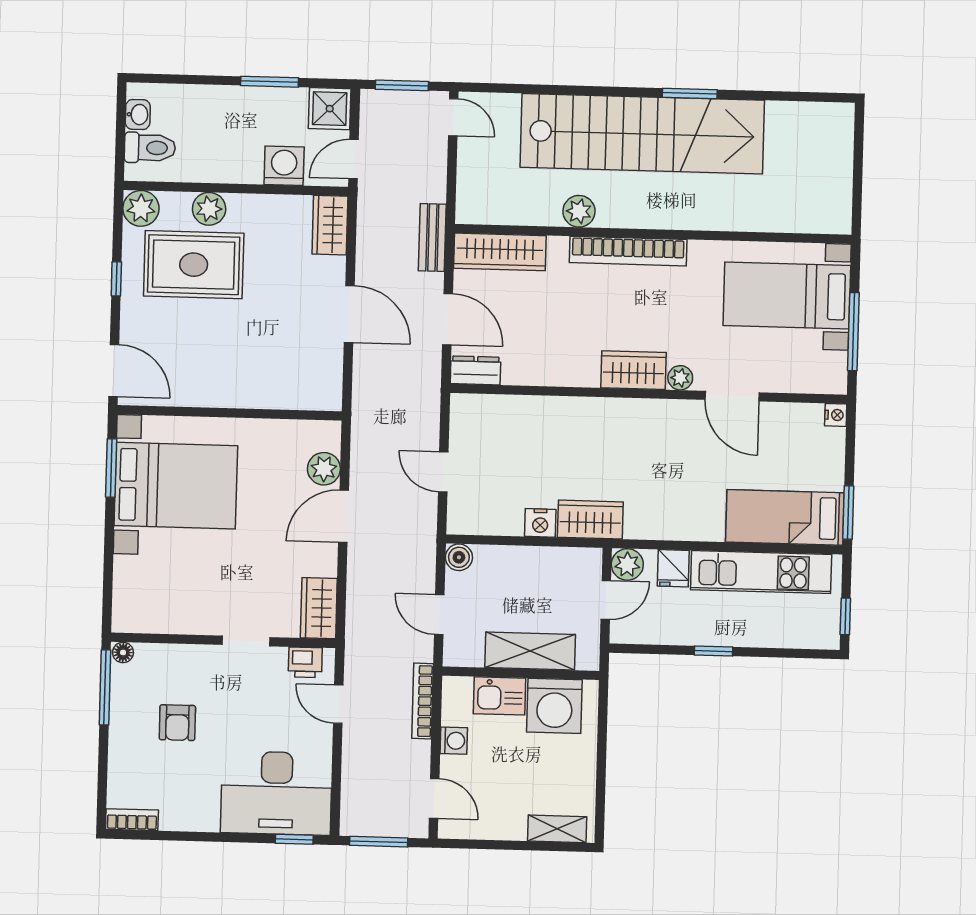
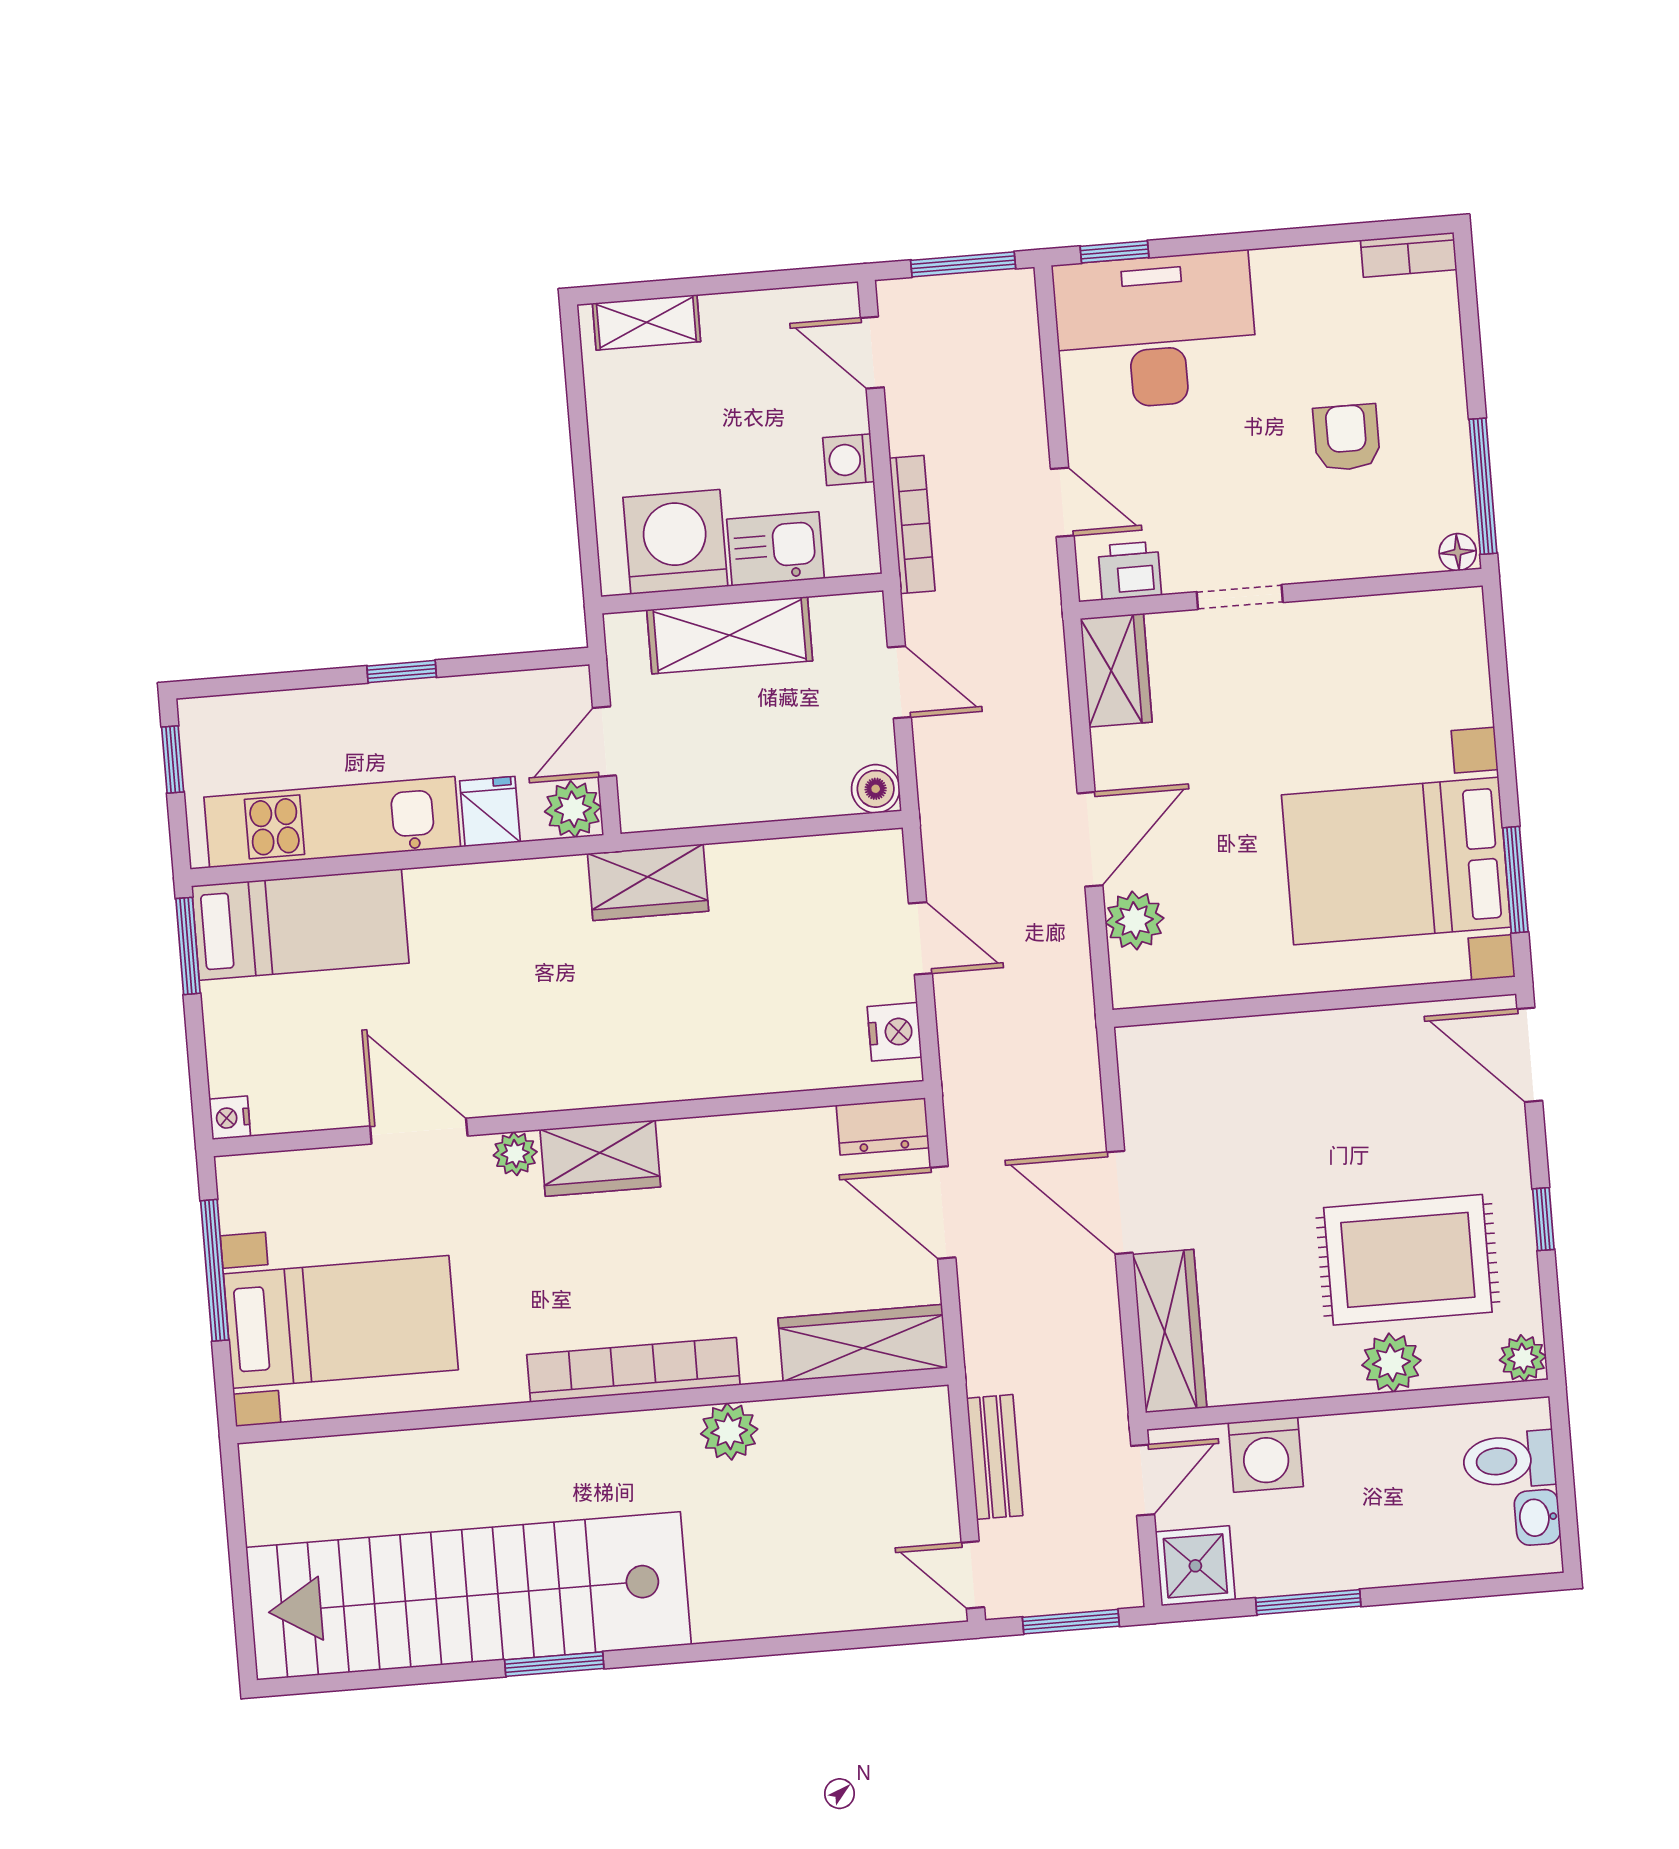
stairs: (642, 134) -> (469, 1596), moved
plant: (141, 208) -> (1523, 1358), width x0.73, depth x0.73
wardrobe: (330, 225) -> (1170, 1331), width x1.50
bench: (432, 237) -> (995, 1457), moved
nightstand: (540, 523) -> (895, 1032), moved, turned 90

